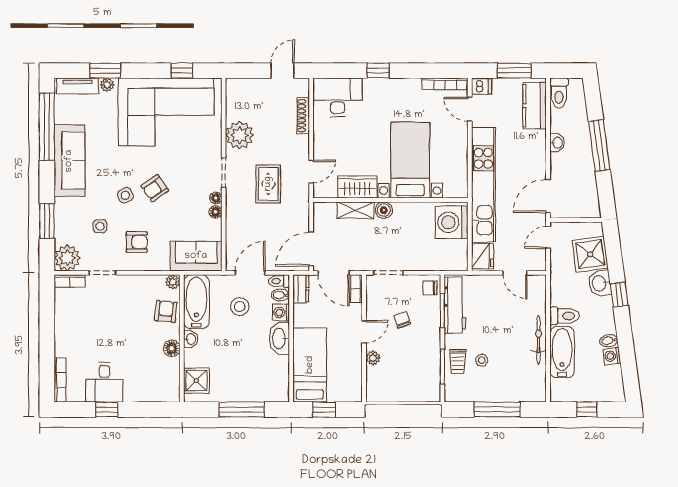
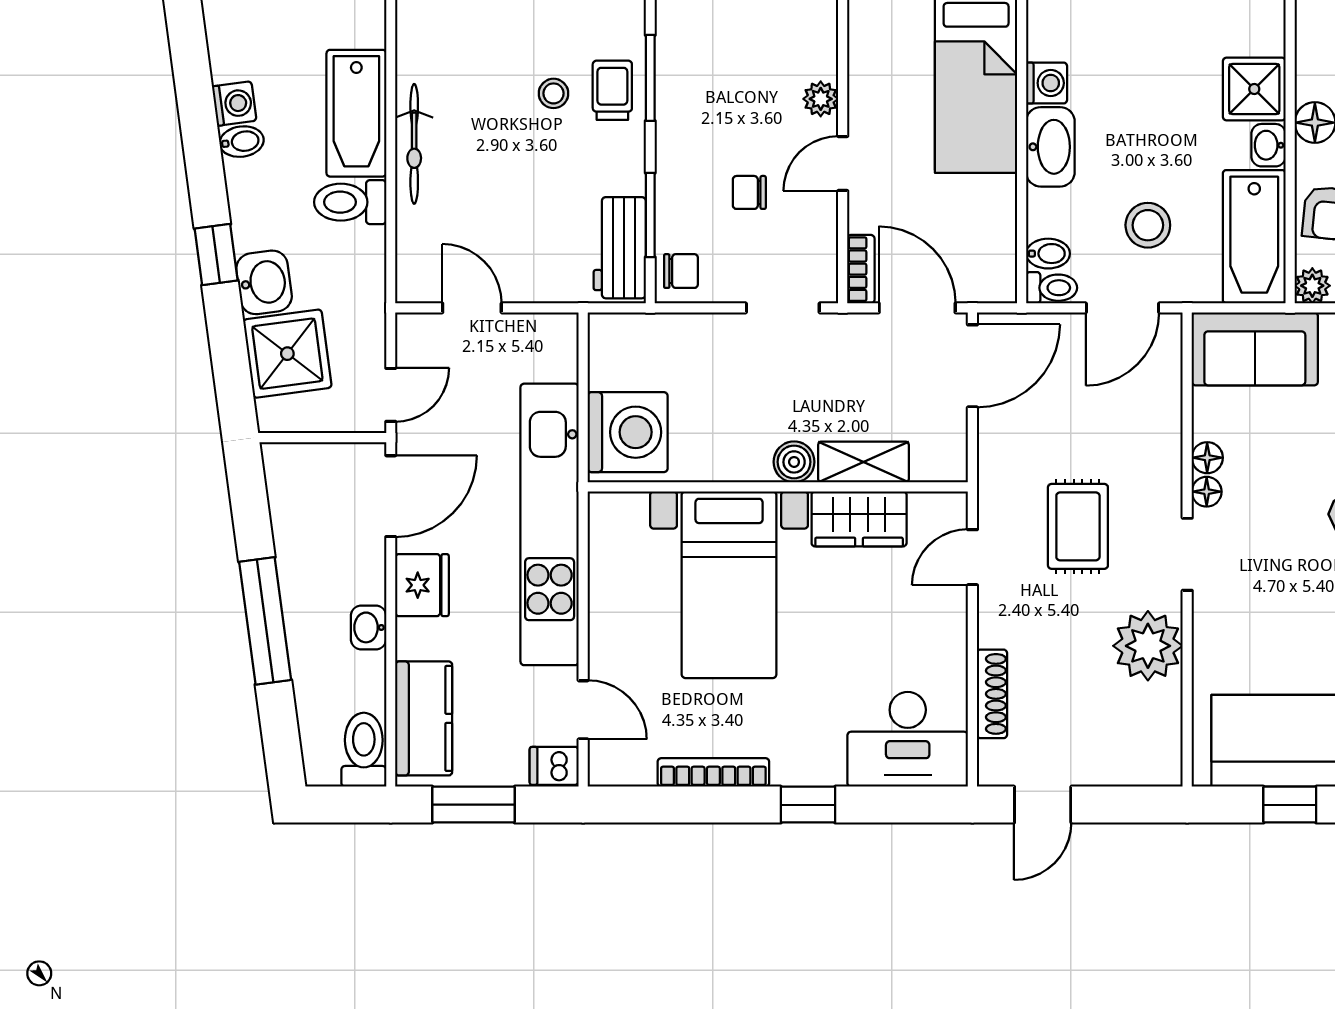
bookcase: (445, 84) -> (713, 772), moved
fridge: (482, 256) -> (422, 585), moved, turned 180
dresser: (301, 289) -> (998, 269), removed
workbench: (455, 305) -> (620, 248), width x0.73
washing machine: (281, 312) -> (1047, 83), moved
chair: (402, 320) -> (749, 192), turned 109
shower: (196, 381) -> (1254, 89), moved

